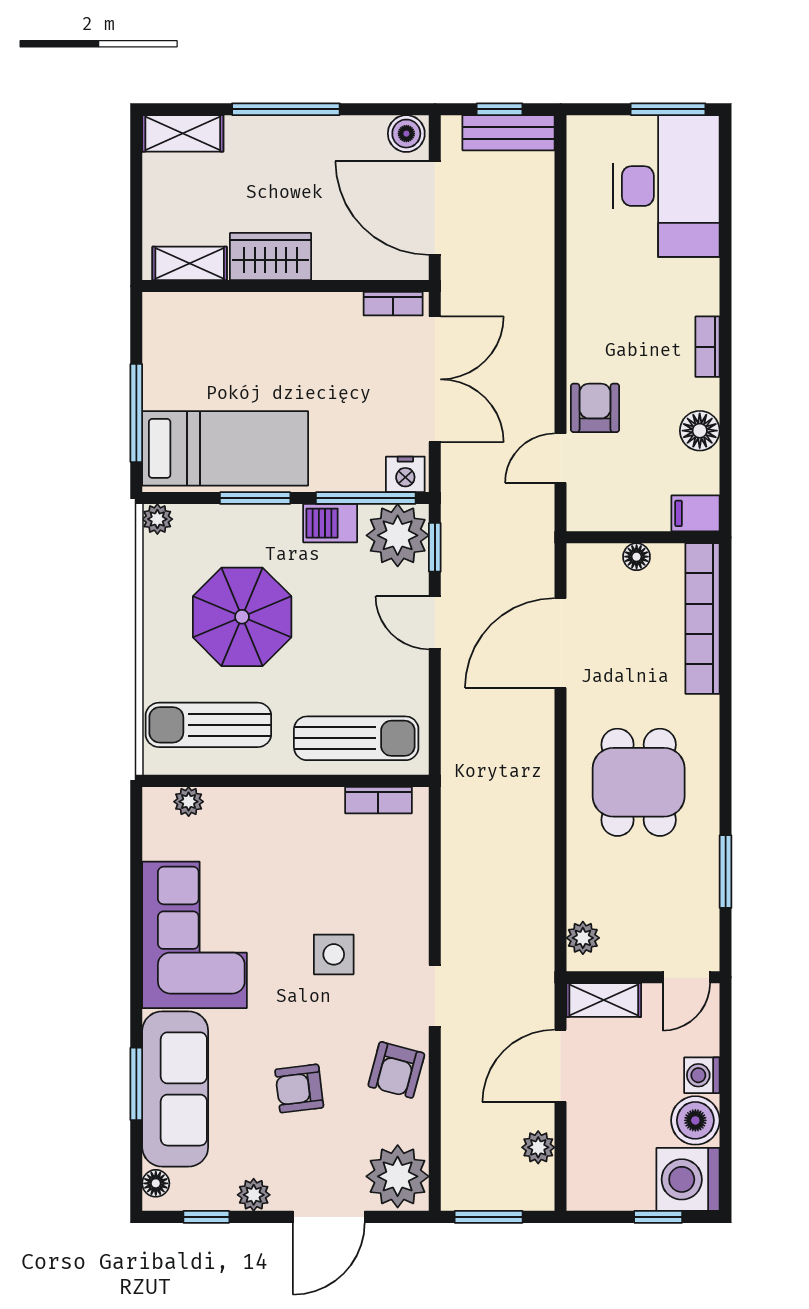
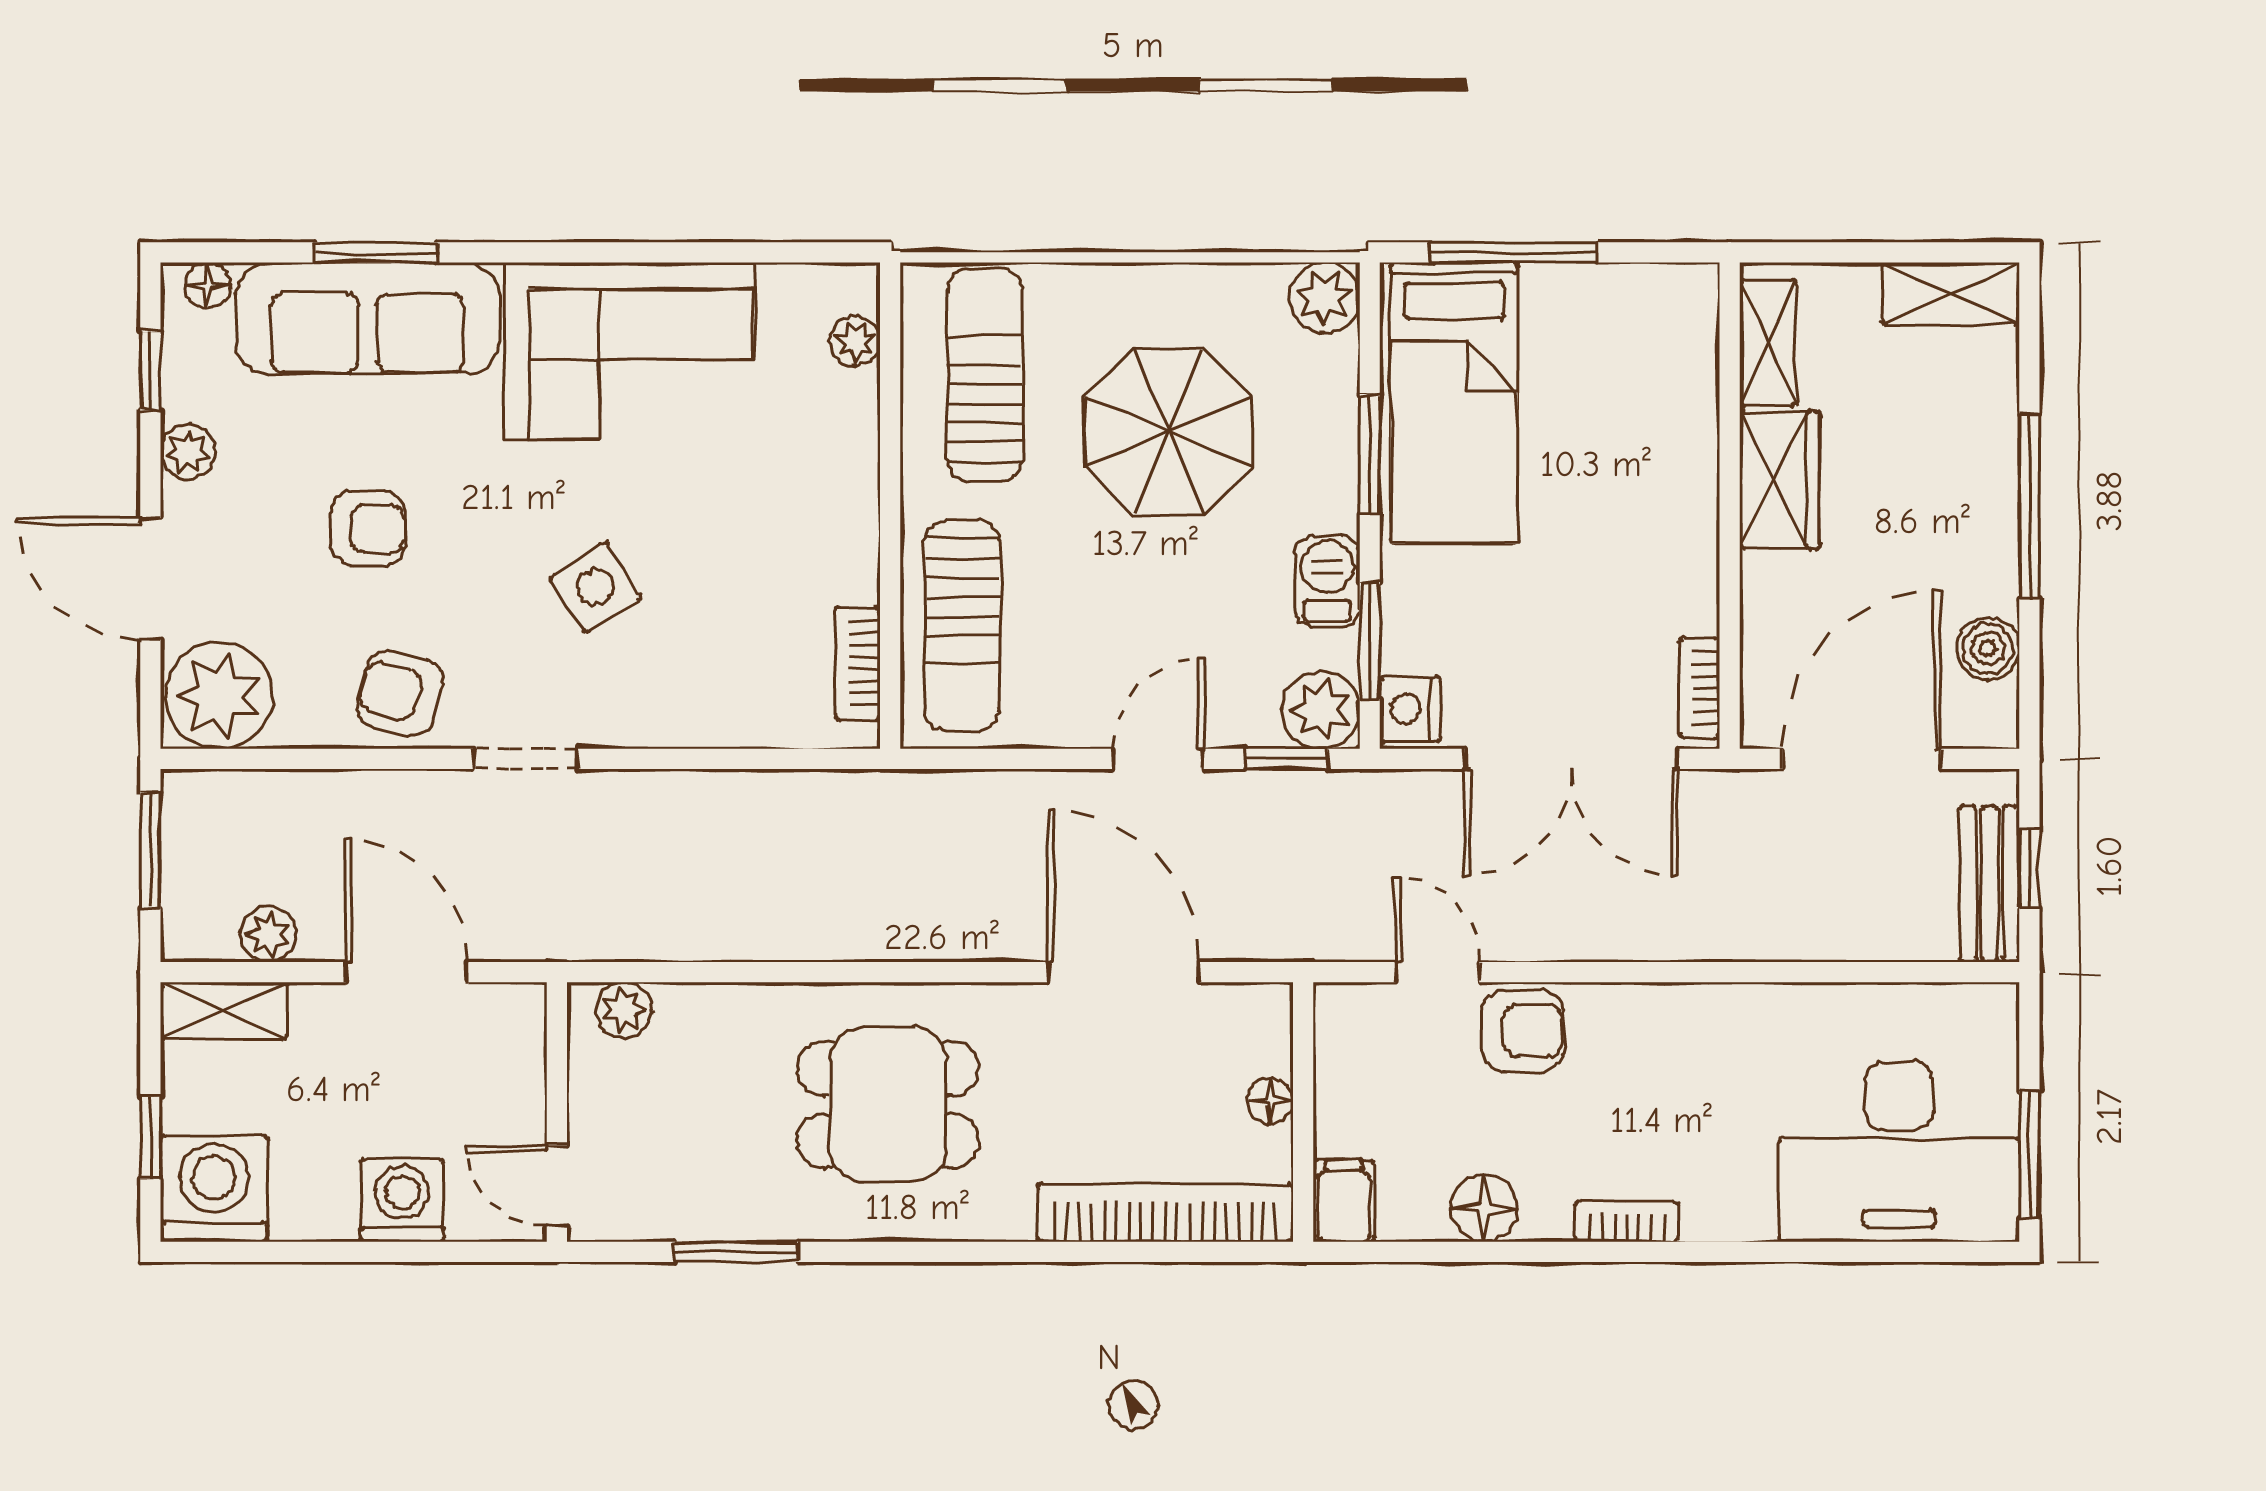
shelving: (183, 133) -> (1951, 293), moved, turned 90
boiler: (406, 134) -> (1988, 649), moved
window: (366, 498) -> (1370, 642), width x0.69
plant: (157, 519) -> (1325, 298), width x1.38, depth x1.38
plant: (398, 535) -> (1321, 710), width x0.73, depth x0.73
side table: (334, 954) -> (596, 587), turned -33
shelving: (604, 1000) -> (224, 1011), moved, turned 90
washing machine: (702, 1075) -> (402, 1200), width x1.38, depth x1.38
armchair: (299, 1088) -> (368, 529), turned 97
boiler: (695, 1120) -> (314, 1201), removed

